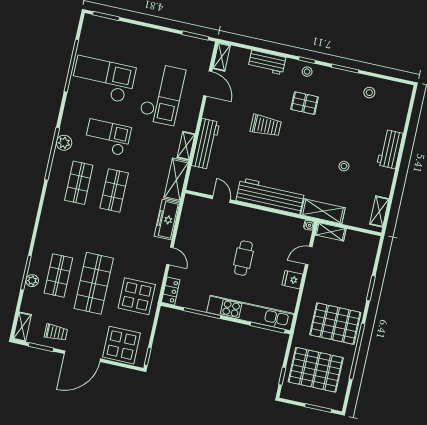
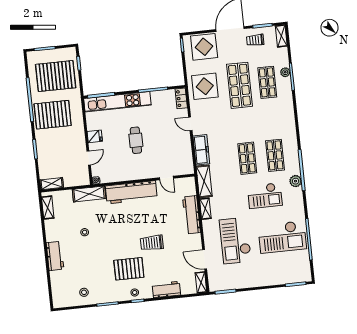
pallet: (305, 103) -> (129, 269), width x1.50, depth x1.42
shelving: (331, 232) -> (52, 184), moved

